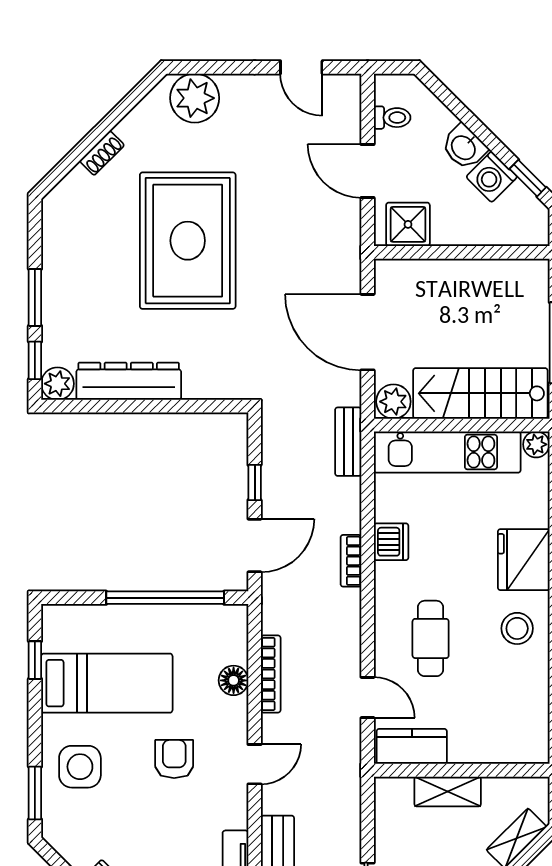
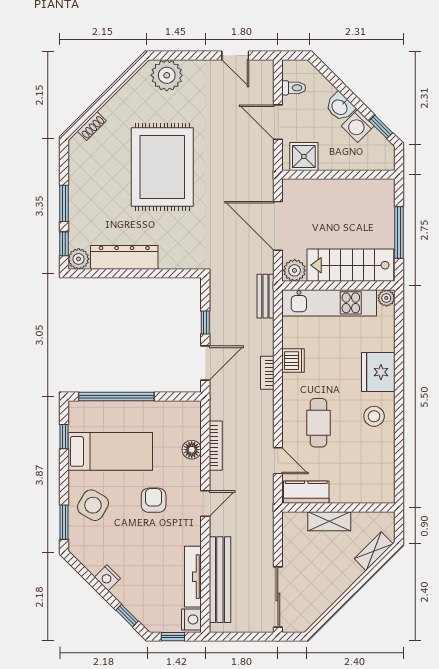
shoe rack: (102, 153) -> (92, 126), moved
window: (165, 598) -> (116, 397), moved
side table: (80, 767) -> (93, 505), turned 30

